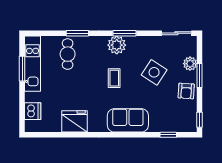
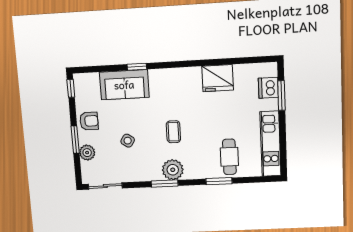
window: (22, 69) -> (281, 96), moved
side table: (154, 72) -> (128, 141), width x0.54, depth x0.54
armchair: (186, 91) -> (89, 121), turned 86
sofa: (128, 120) -> (124, 85), moved
window: (168, 135) -> (137, 67), moved

